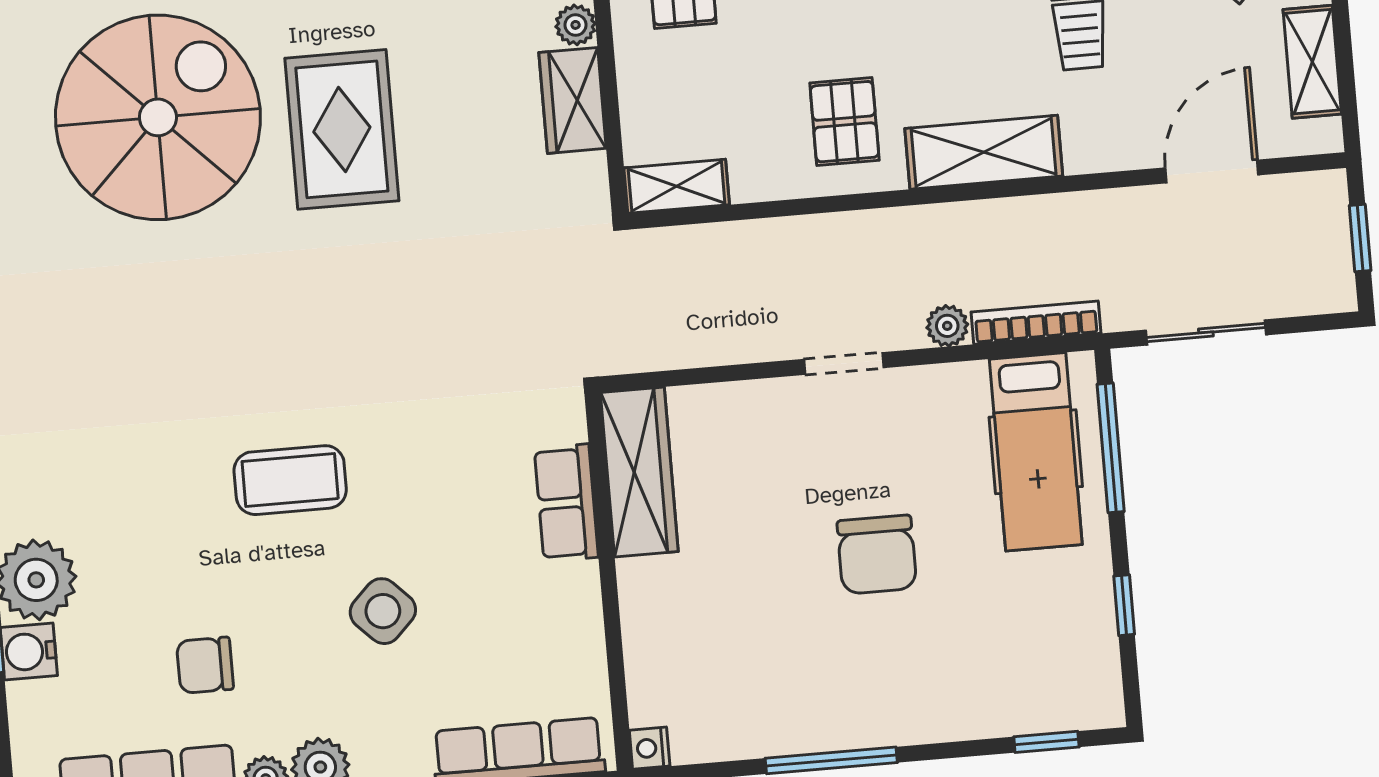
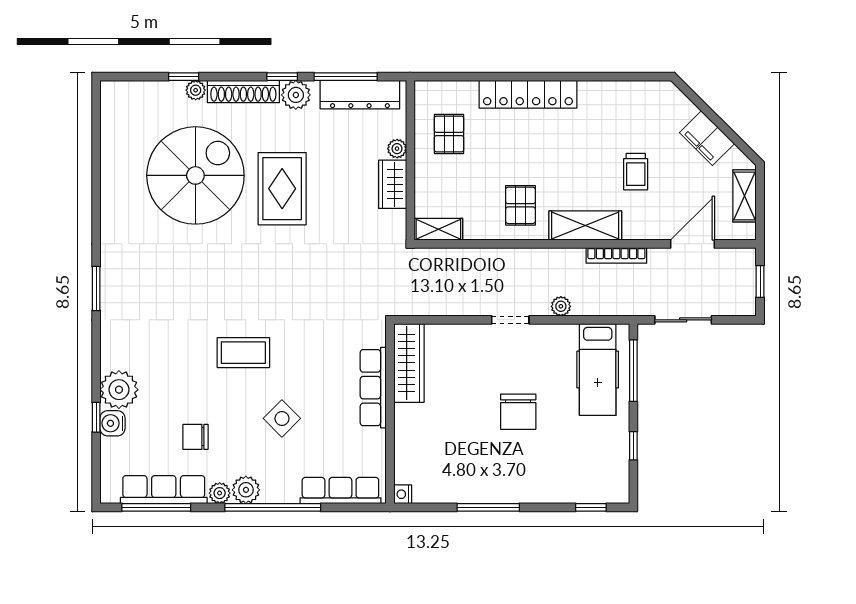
bookcase: (1036, 323) -> (616, 255), moved, turned 180
row of seats: (566, 503) -> (373, 388), width x1.48

